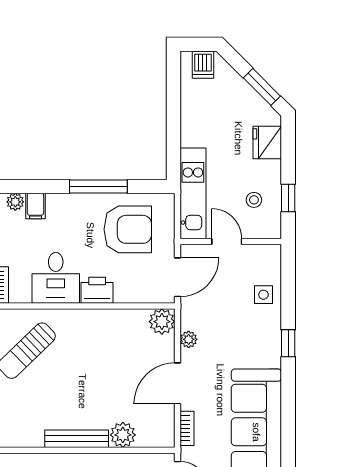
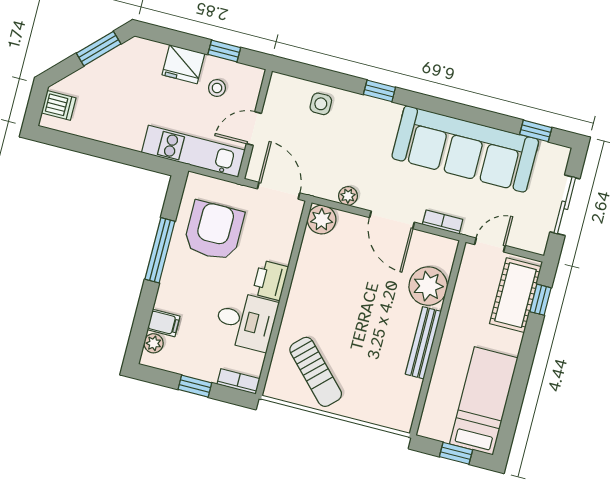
fridge: (267, 142) -> (183, 64), moved
plant: (123, 435) -> (428, 286), width x1.36, depth x1.36

